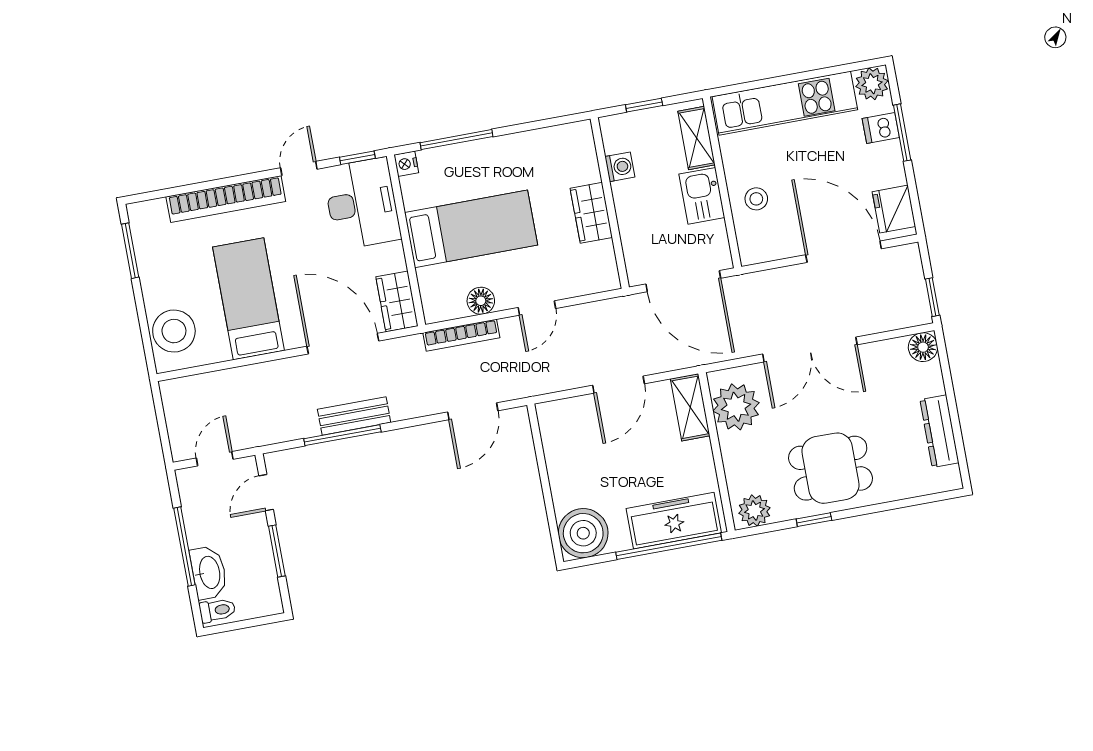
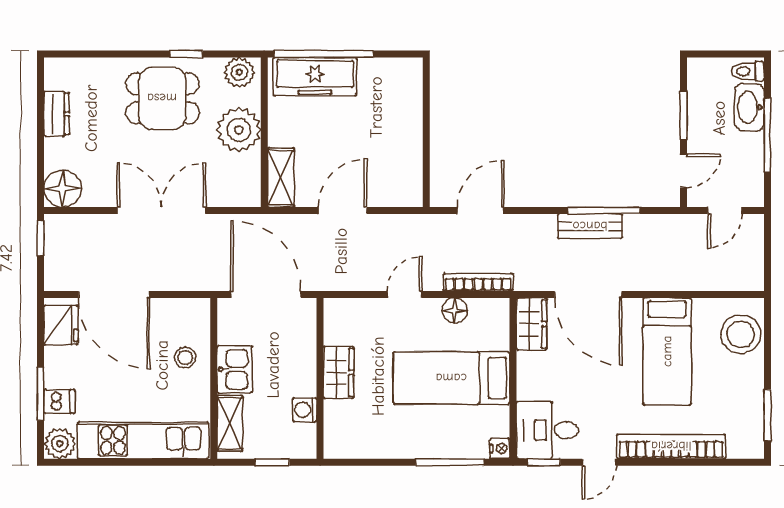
desk: (362, 204) -> (547, 430), width x0.73
floor lamp: (923, 347) -> (63, 189), width x1.38, depth x1.38
plant: (736, 407) -> (239, 130), moved
dresser: (939, 431) -> (57, 114), width x0.70
boiler: (583, 533) -> (400, 80), removed

